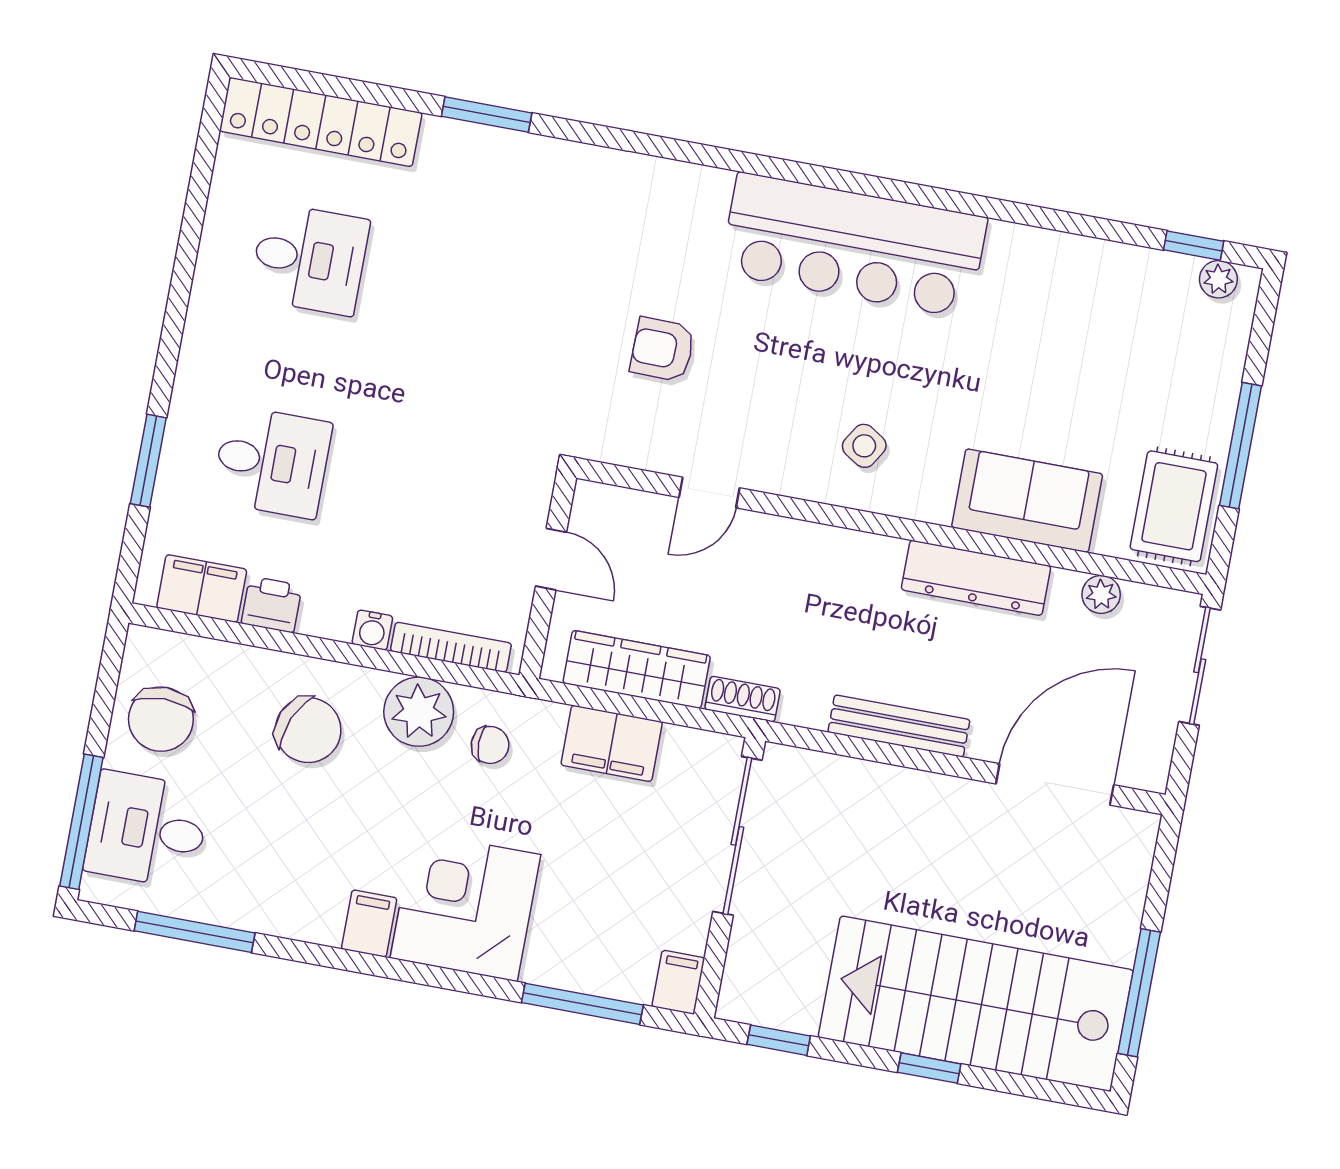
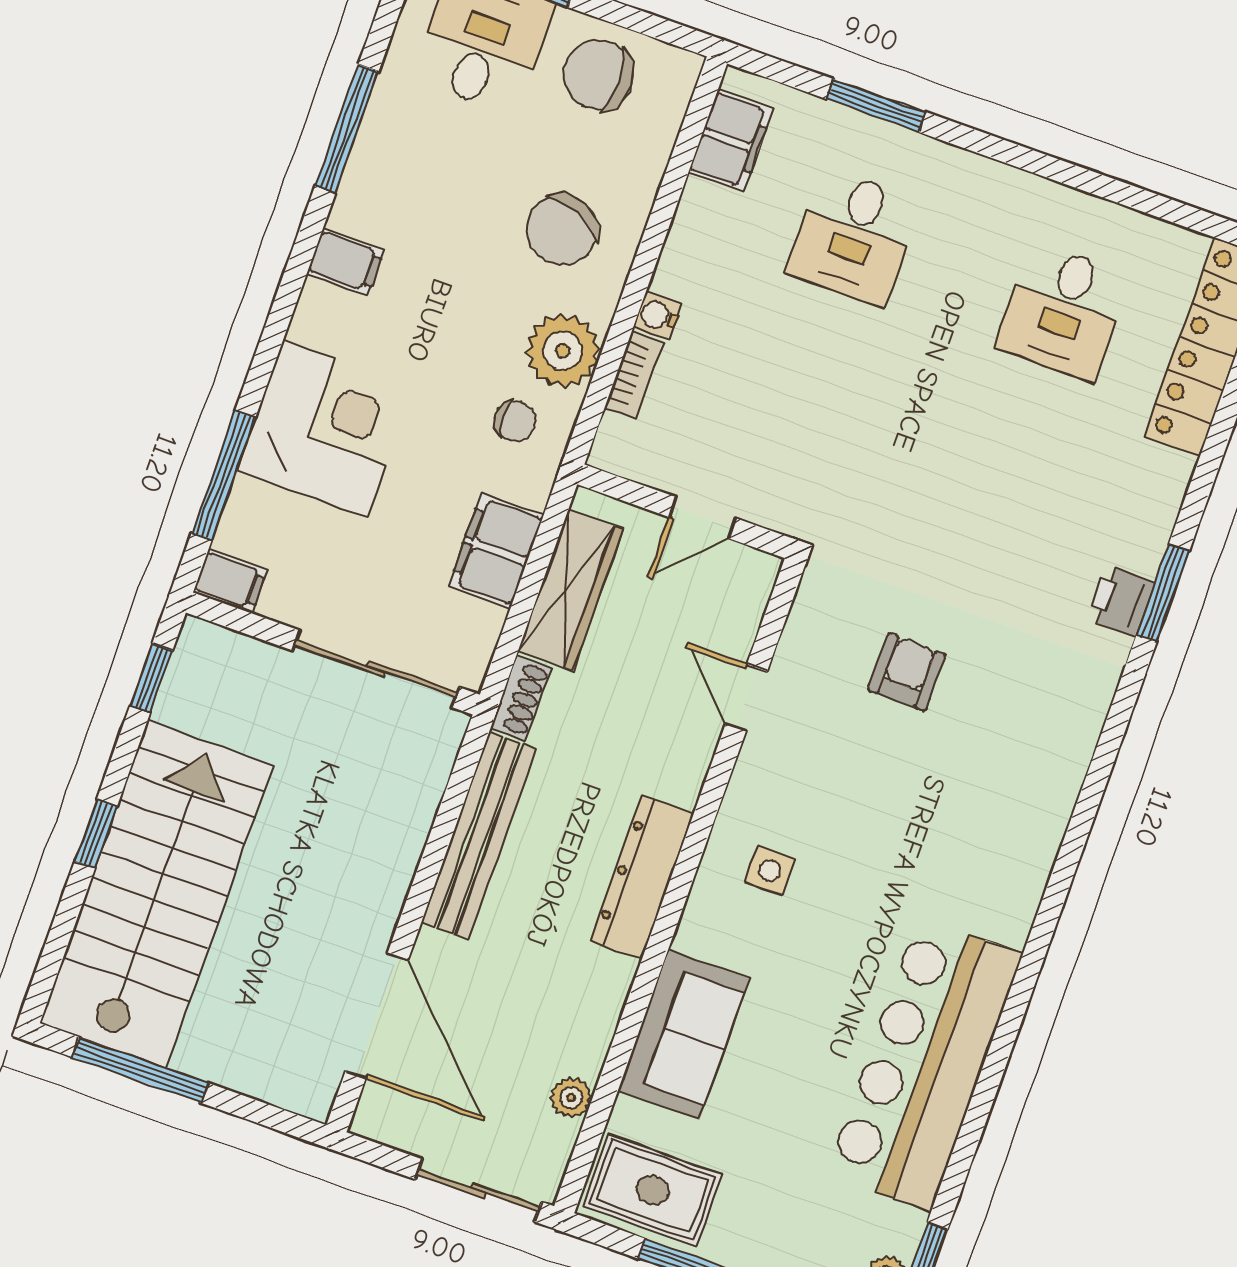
window: (487, 115) -> (1163, 593), moved
bar counter: (854, 245) -> (925, 1064), moved
side table: (864, 446) -> (770, 871), turned -32
dresser: (976, 578) -> (642, 877), moved
printer: (272, 605) -> (1121, 601), moved, turned 180
bookcase: (451, 647) -> (633, 375), width x0.64
bench: (899, 726) -> (479, 836), width x1.37, depth x1.21
chair: (490, 745) -> (515, 421), turned -90
corner desk: (465, 906) -> (325, 429), moved
window: (195, 932) -> (347, 129), moved

